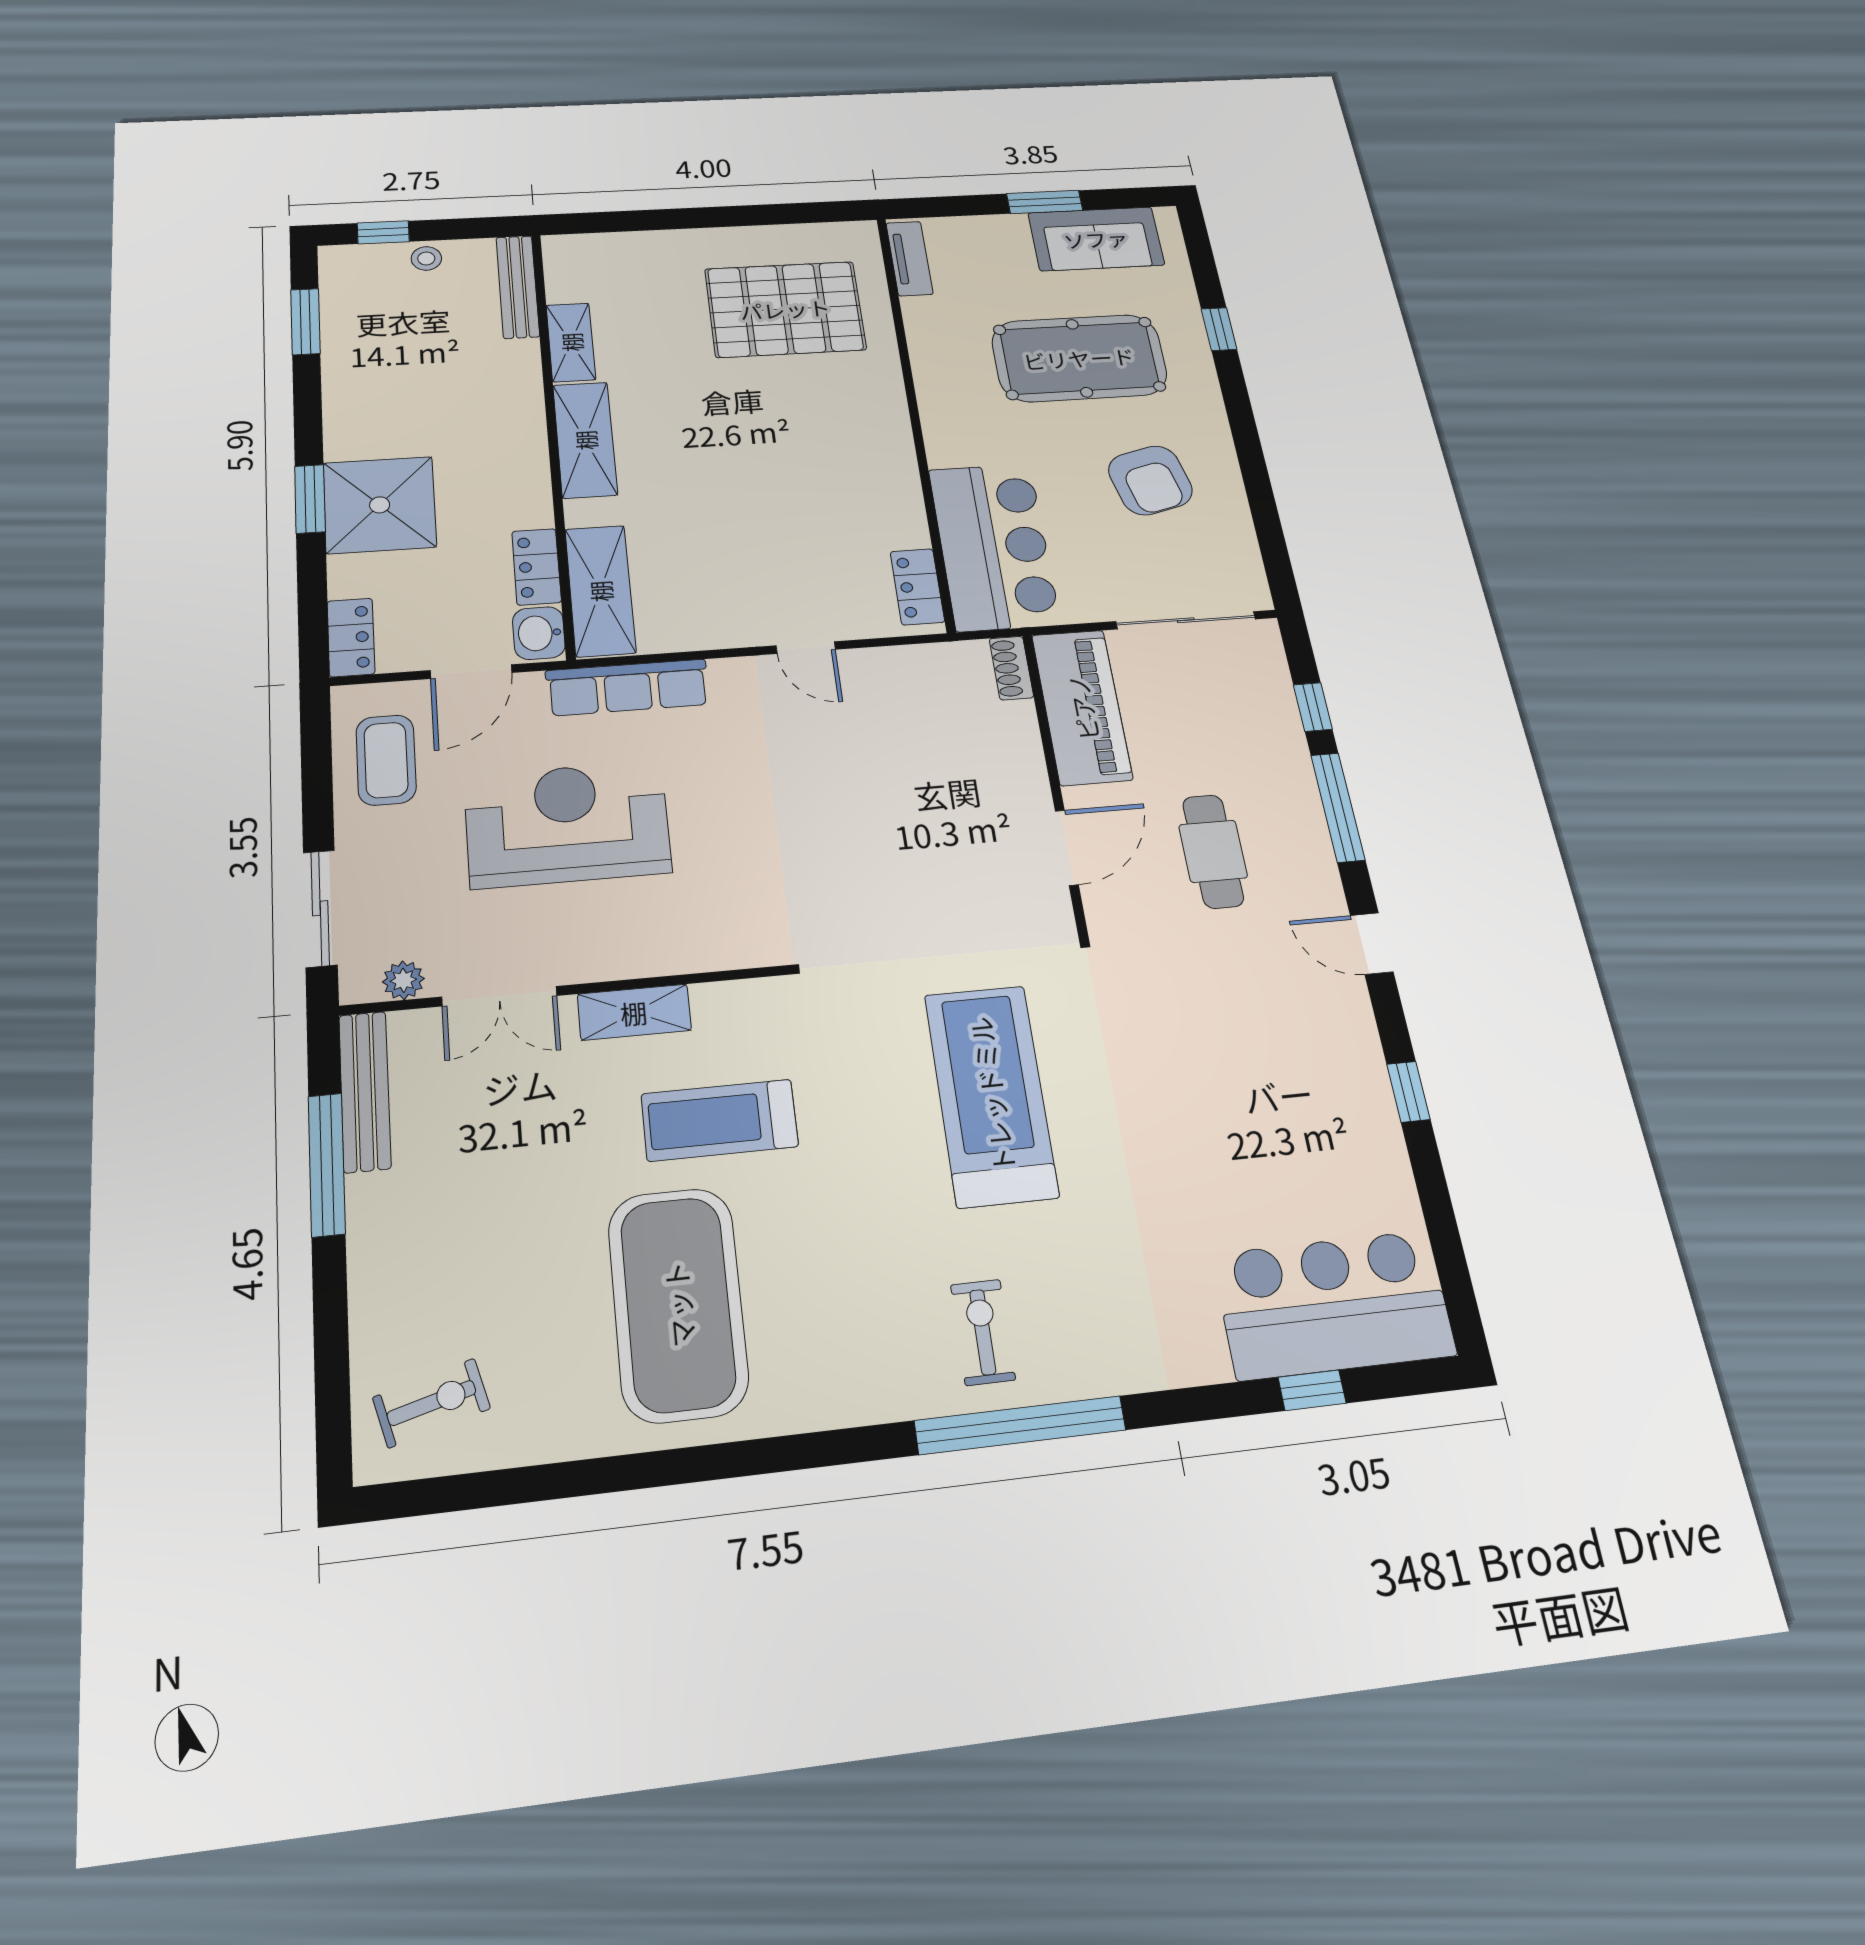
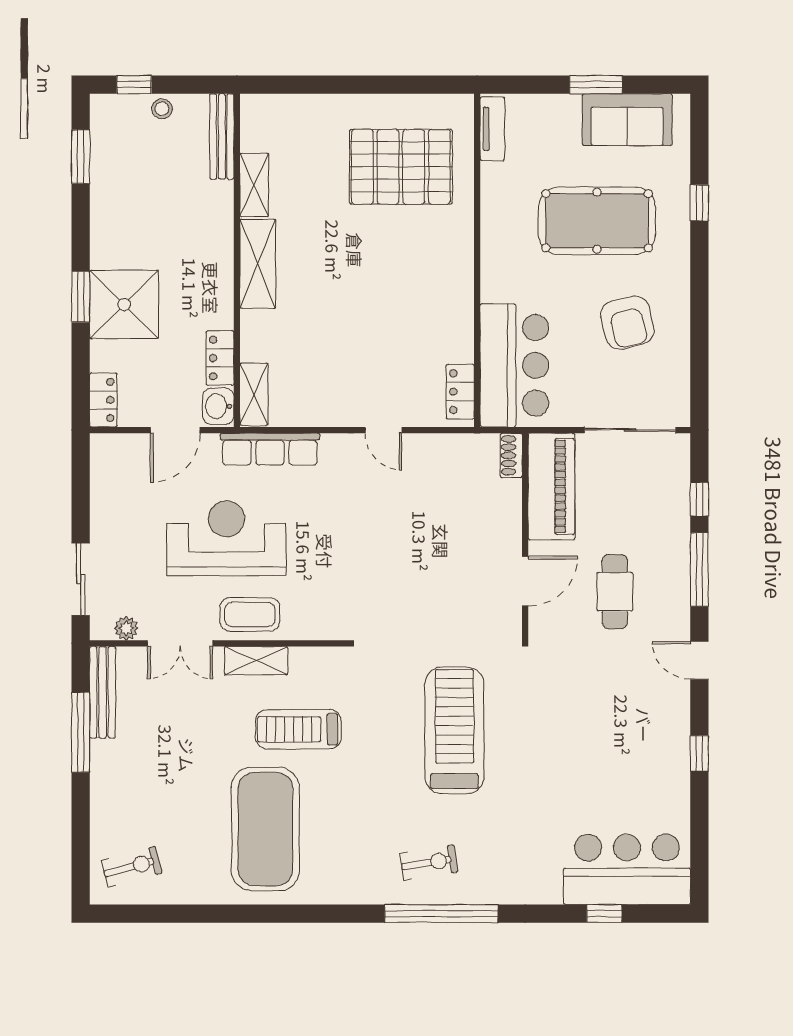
shelving: (600, 591) -> (254, 394), width x0.67, depth x0.75
coffee table: (386, 760) -> (250, 614), moved, turned 90
exercise bike: (983, 1332) -> (429, 863), turned 81

